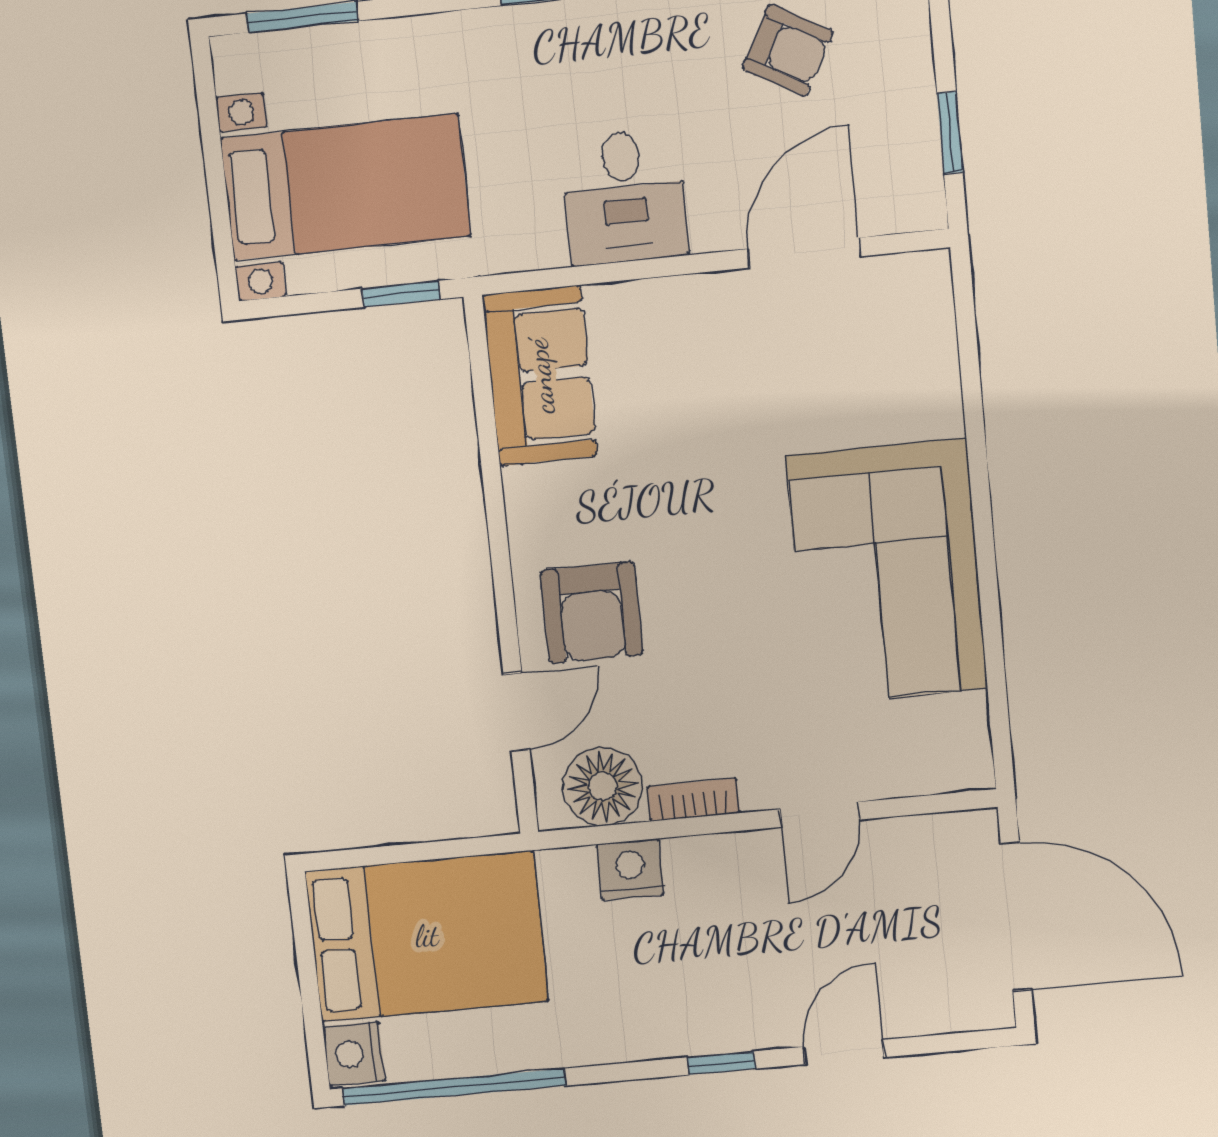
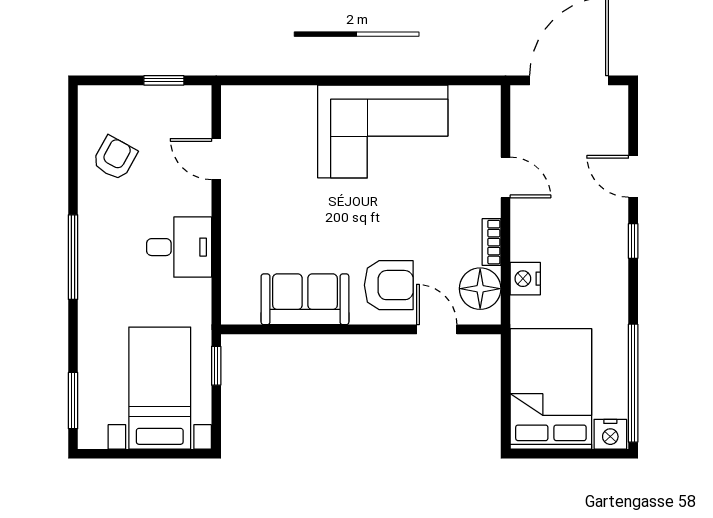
door: (804, 253) -> (216, 159), width x0.73
sofa: (540, 376) -> (305, 299), moved

